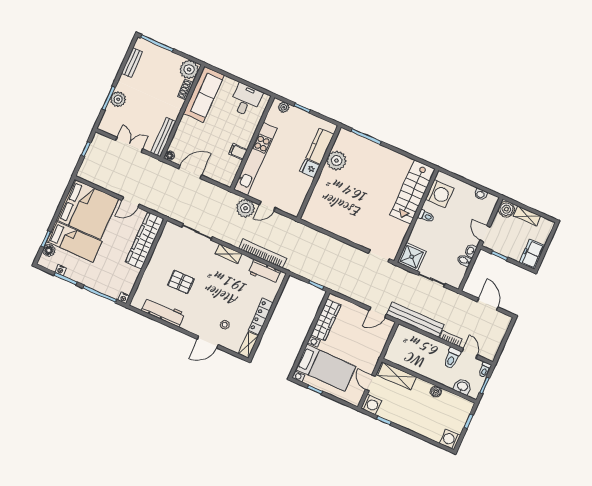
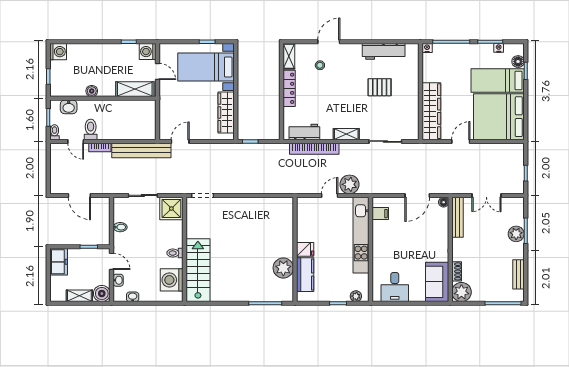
sofa: (204, 94) -> (437, 282), width x0.73
filing cabinet: (238, 152) -> (380, 214), moved
washbasin: (471, 251) -> (118, 280), moved

